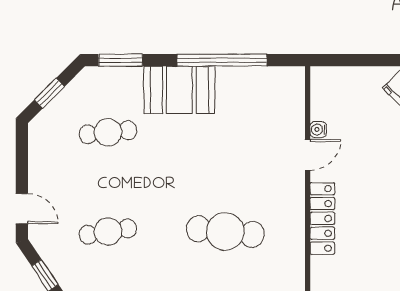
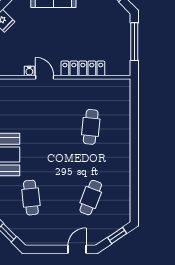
cafe table: (108, 232) -> (91, 198), turned 30
cafe table: (225, 232) -> (91, 127), width x0.73, depth x0.74

